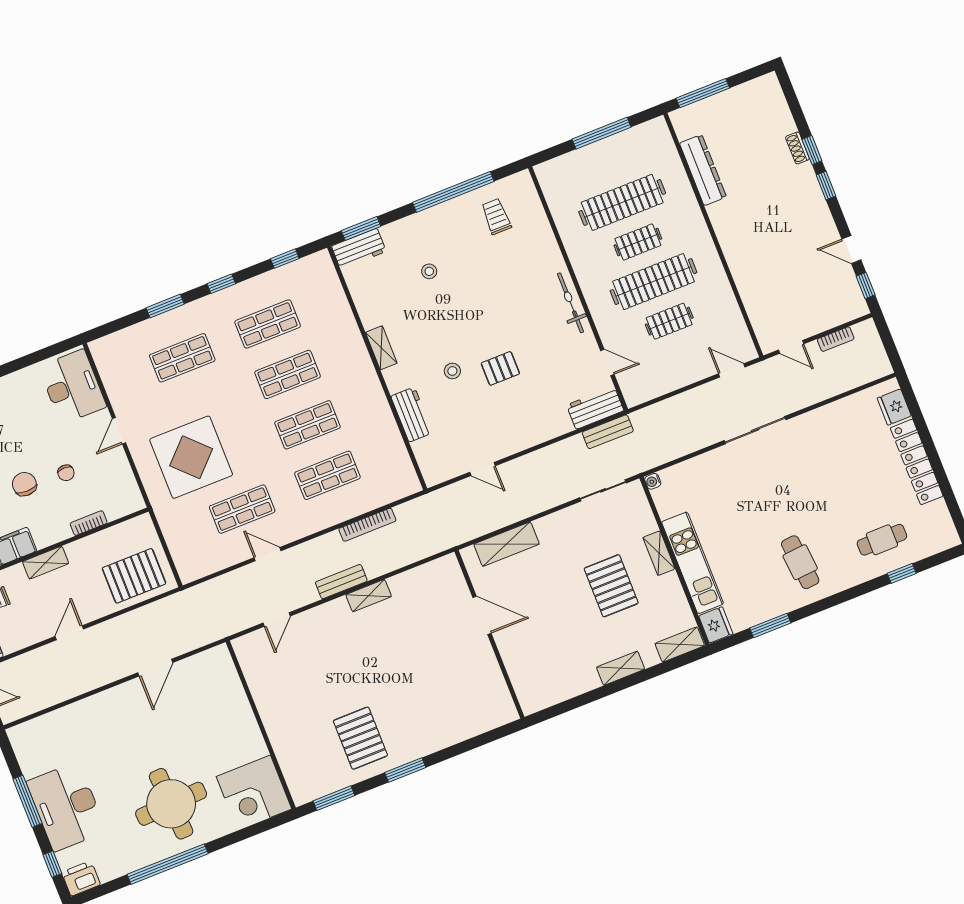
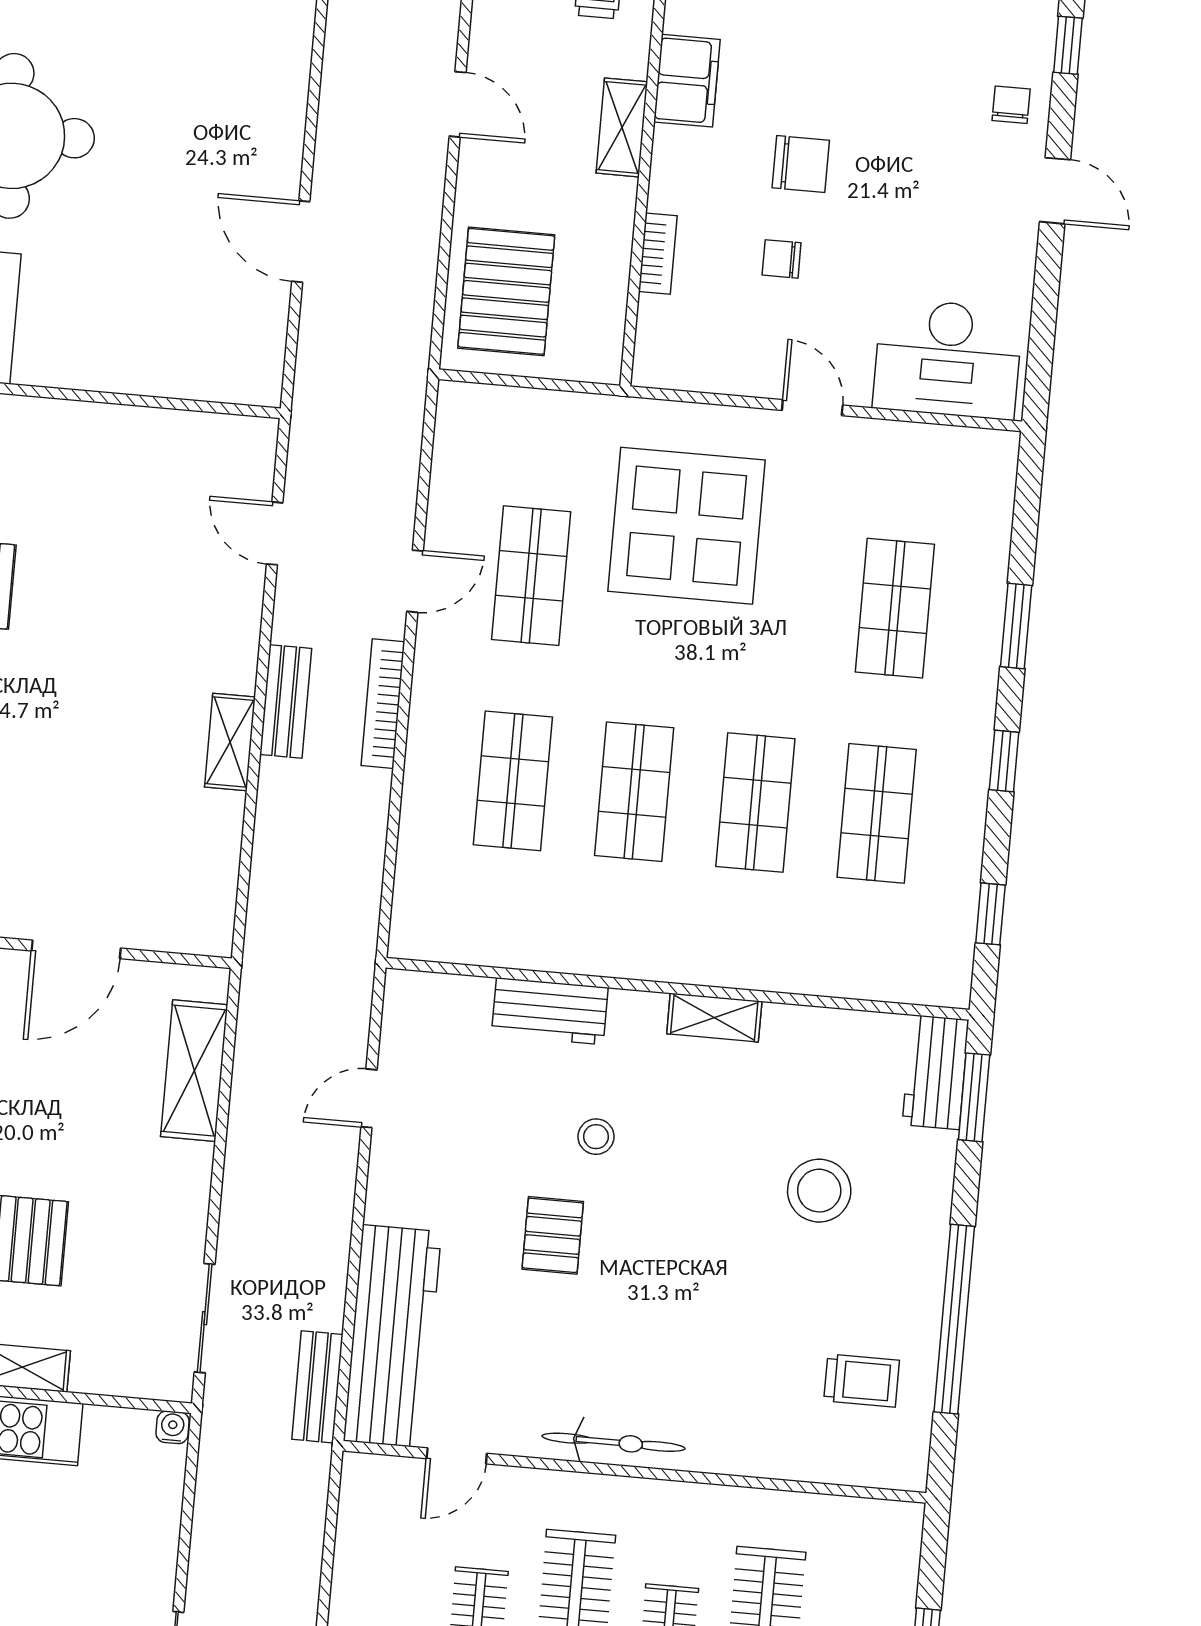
stool: (429, 271) -> (819, 1191), width x1.89, depth x1.89
workbench: (595, 408) -> (392, 1336), width x1.88, depth x1.32
bookcase: (367, 525) -> (383, 704), moved

